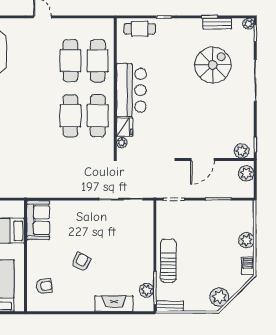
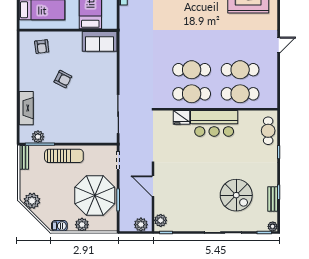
plant: (122, 143) -> (168, 115), removed
parasol: (213, 226) -> (95, 196), added

